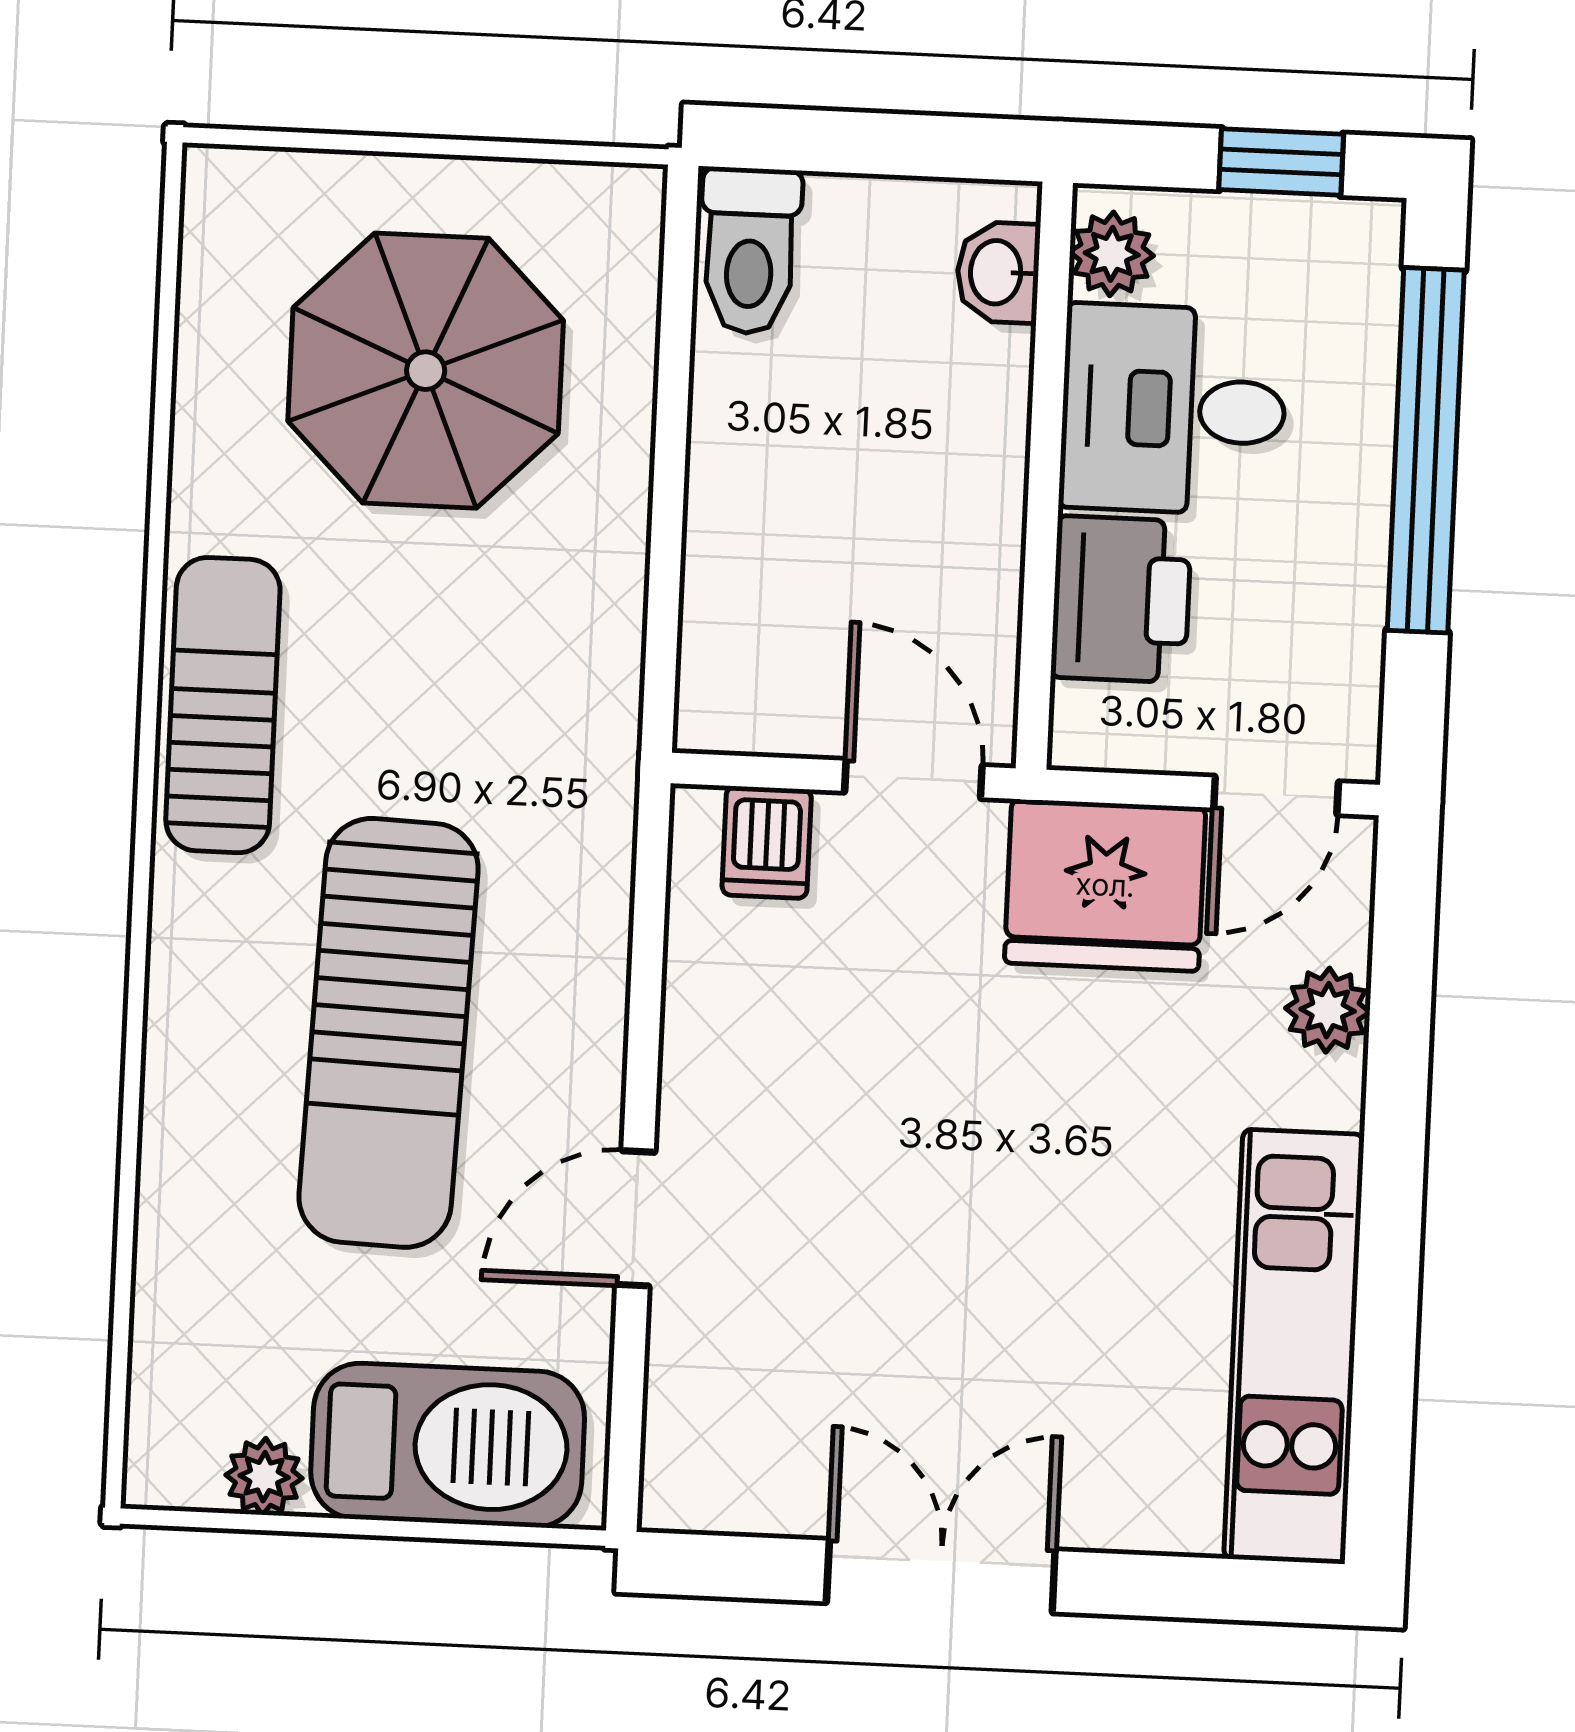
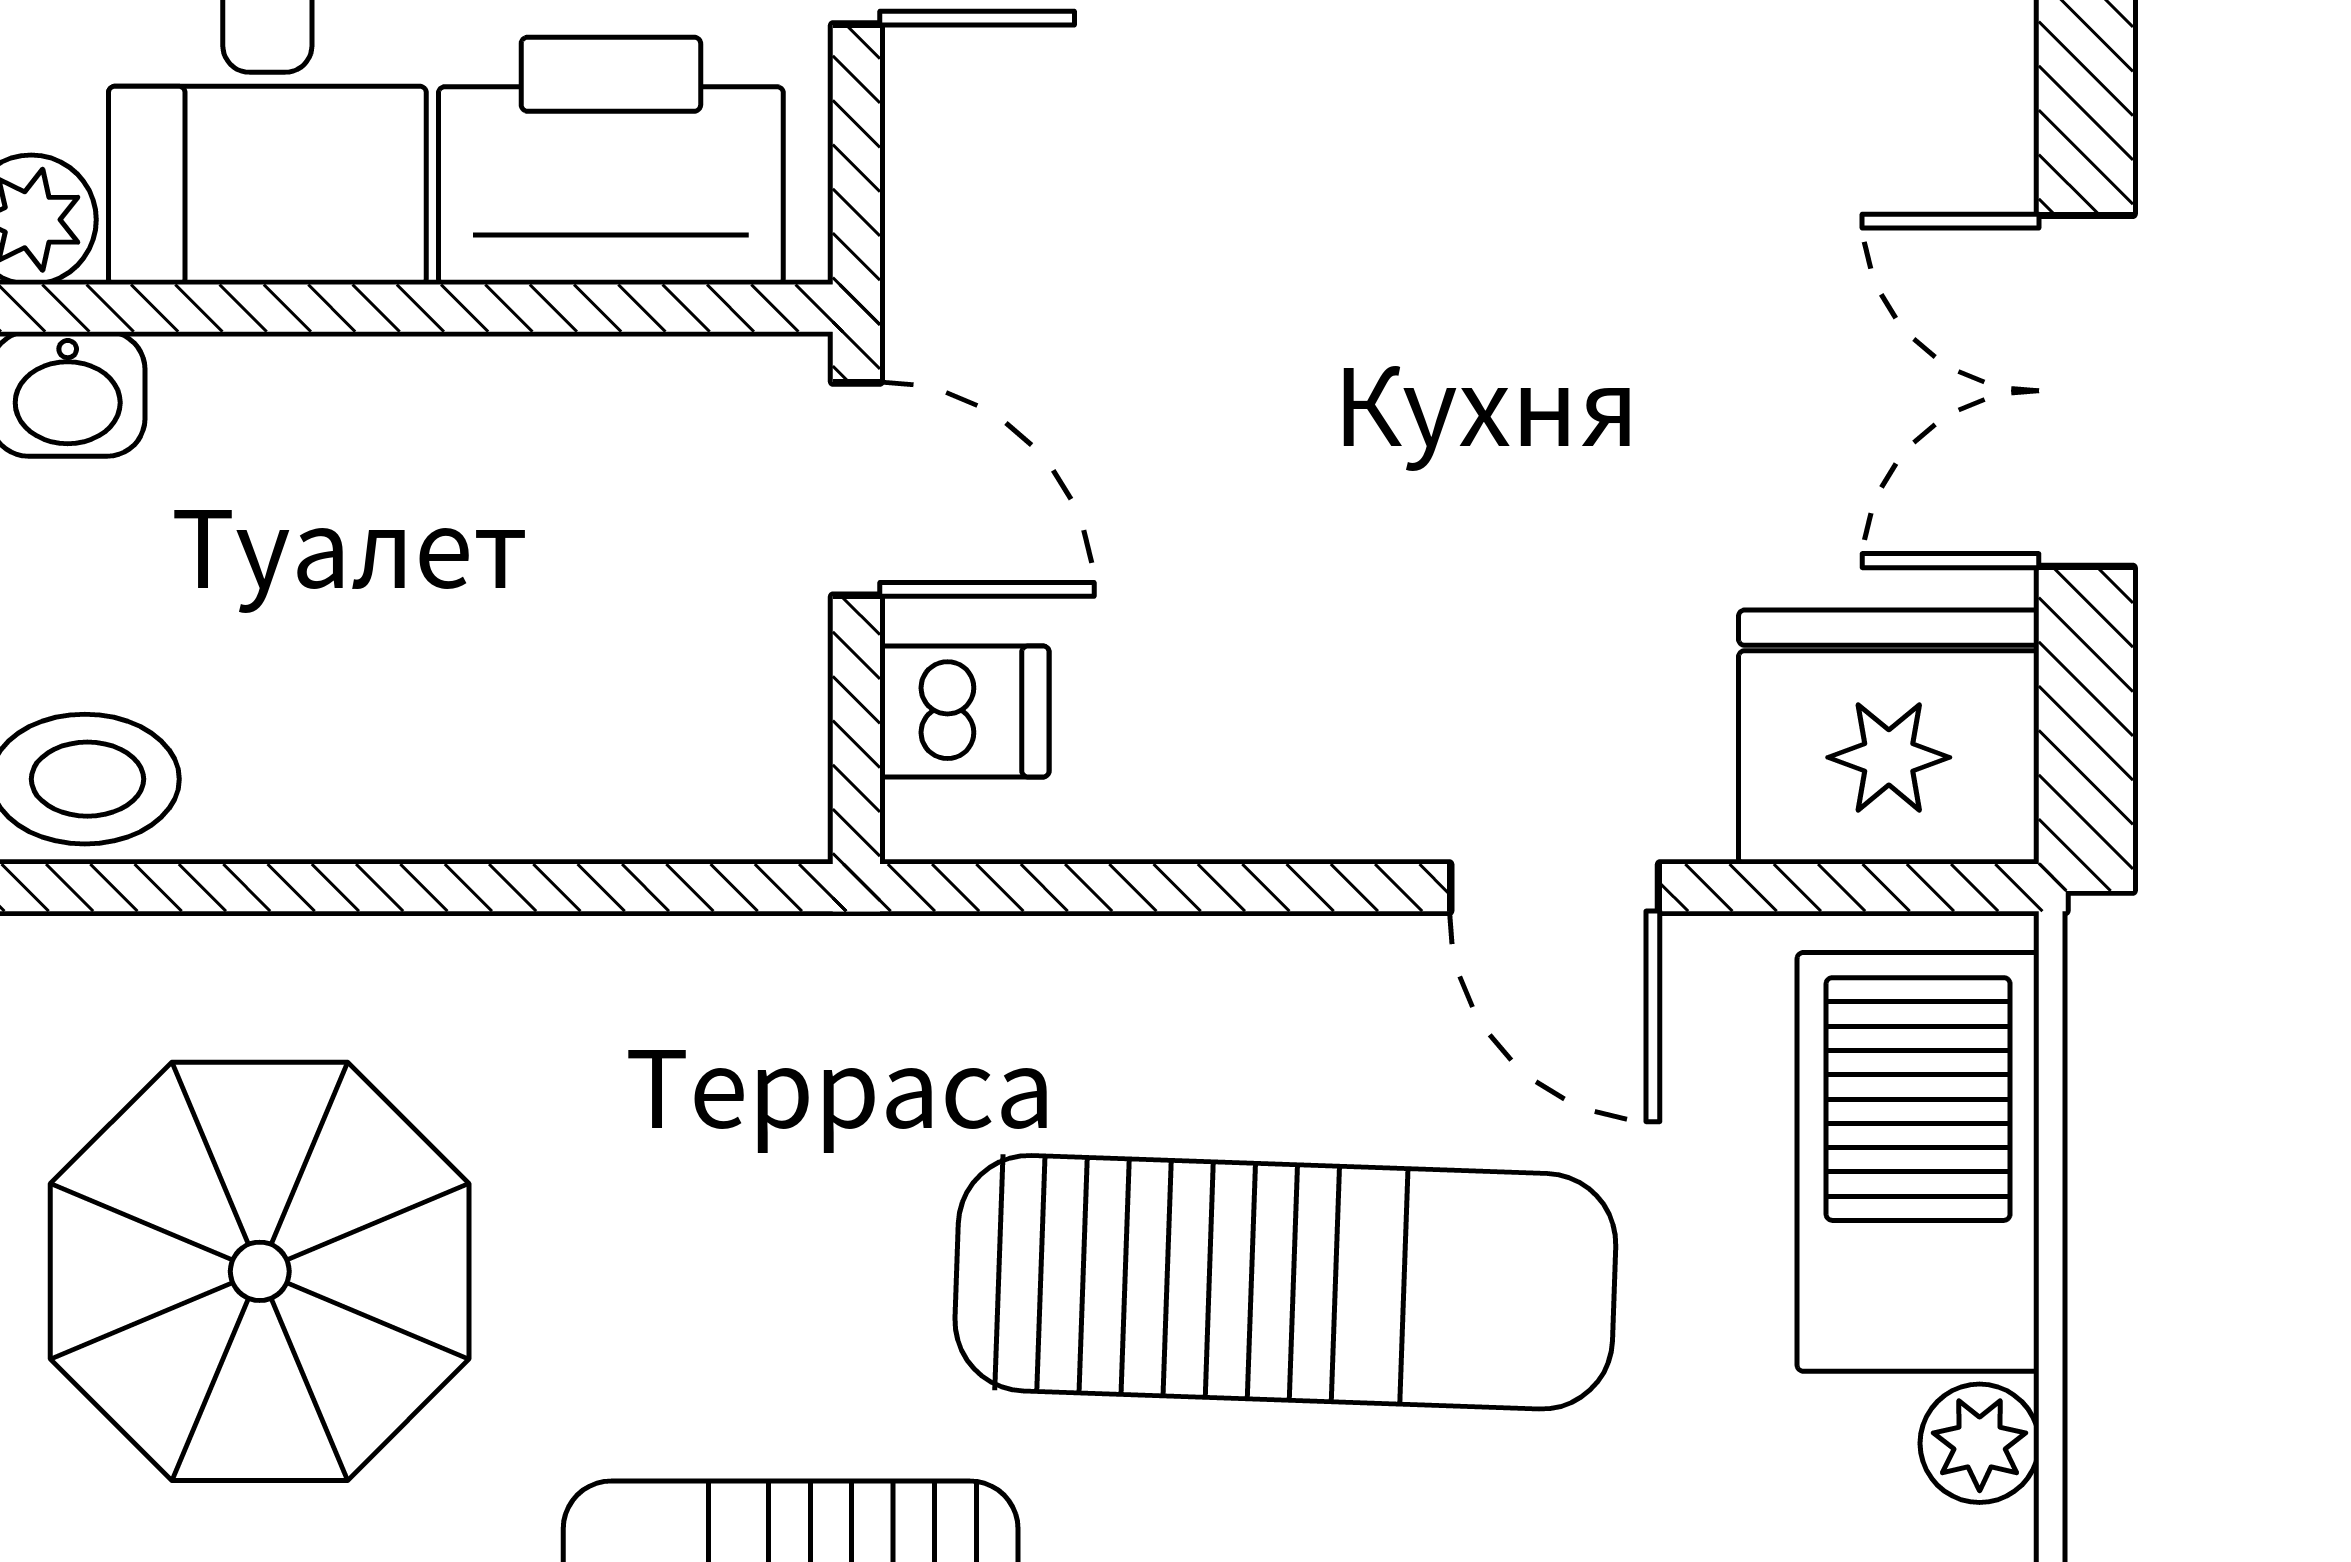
printer: (1121, 599) -> (611, 161), width x1.37, depth x1.19
door: (913, 779) -> (856, 489), swing flipped
fridge: (1105, 885) -> (1889, 737), moved, turned -90

